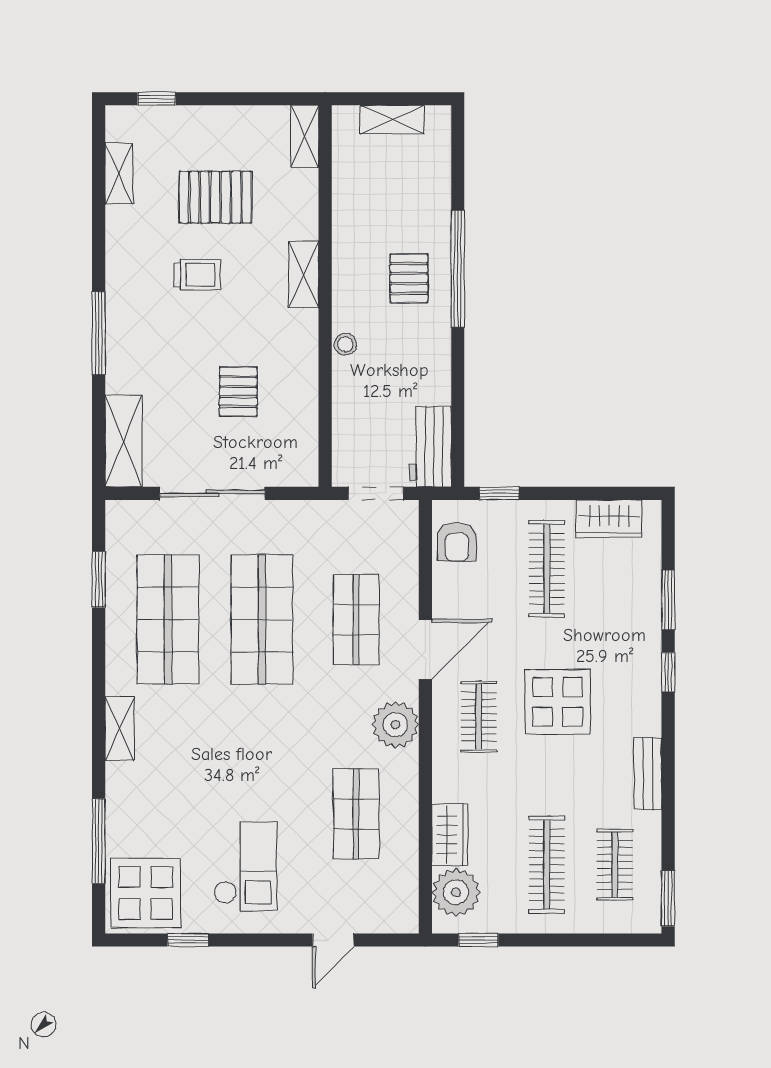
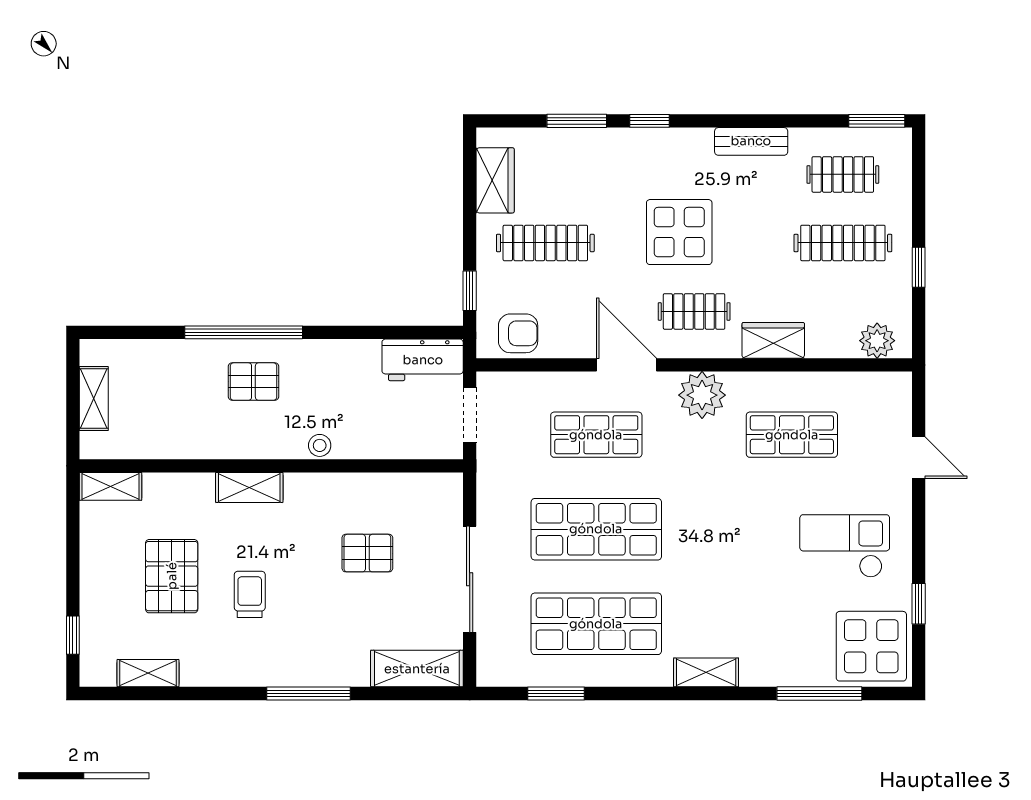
wardrobe: (450, 835) -> (773, 340), moved
plant: (456, 892) -> (877, 341), width x0.73, depth x0.73
window: (478, 940) -> (919, 267), moved

